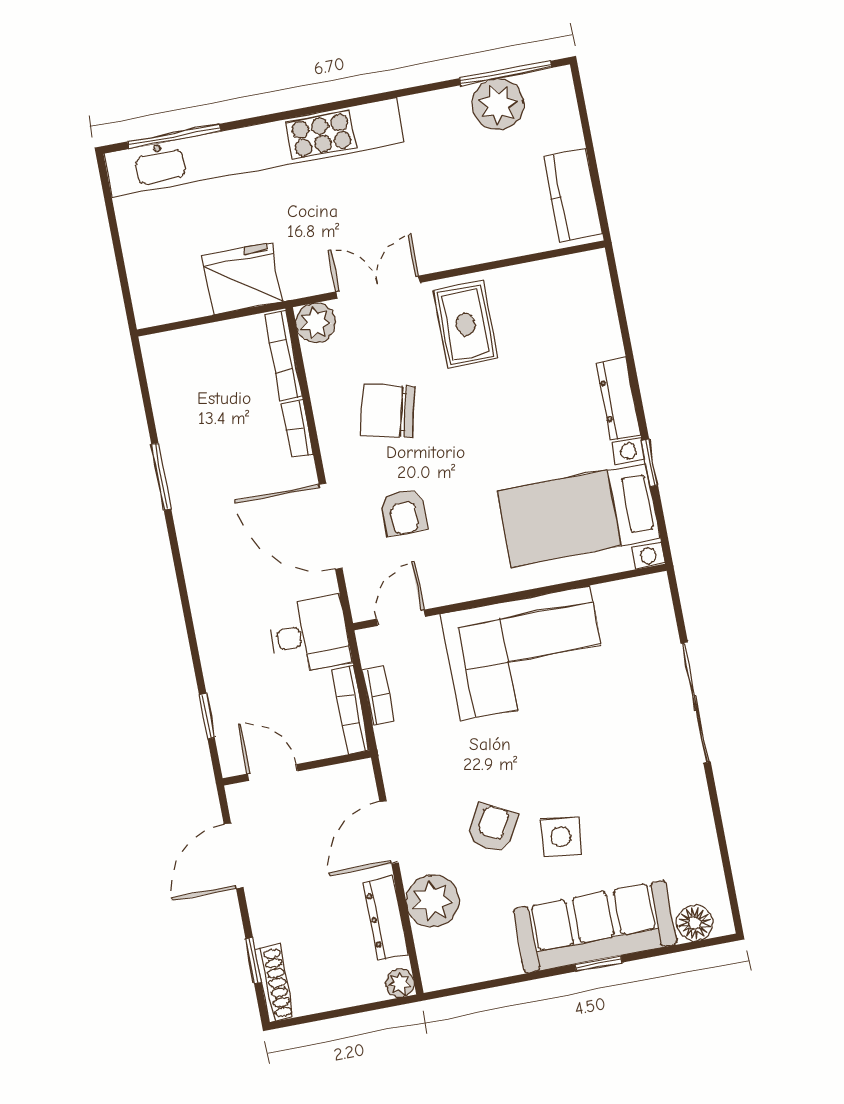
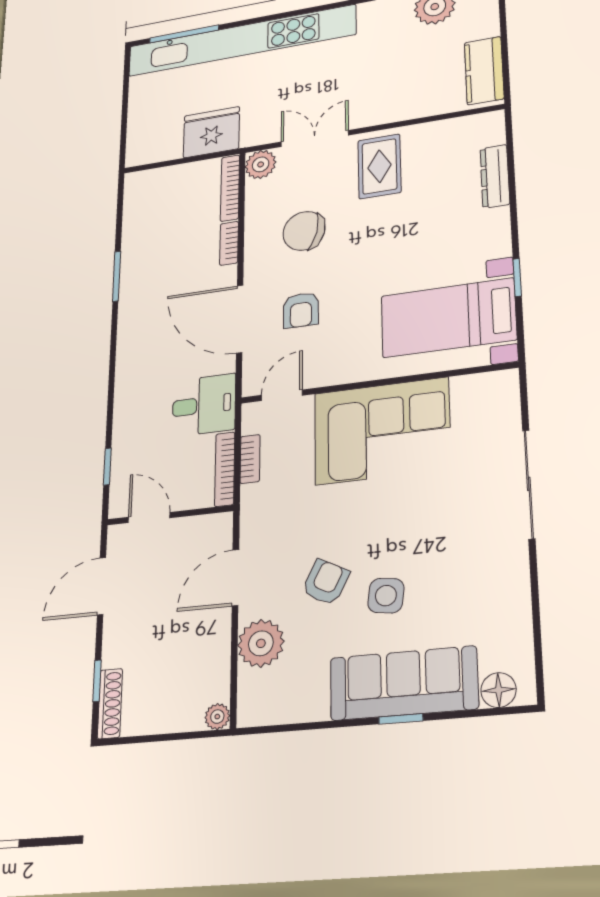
dresser: (618, 399) -> (495, 176), moved
dresser: (386, 918) -> (217, 655), removed

